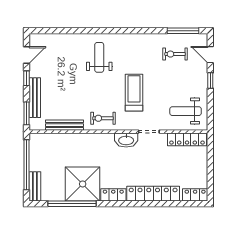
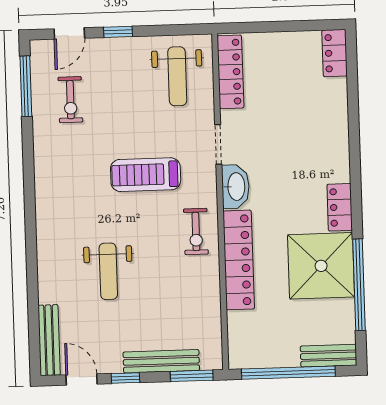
weight bench: (99, 57) -> (108, 271), moved, turned -90
bench: (64, 125) -> (49, 340), moved
locker: (153, 194) -> (239, 260), moved, turned 180

